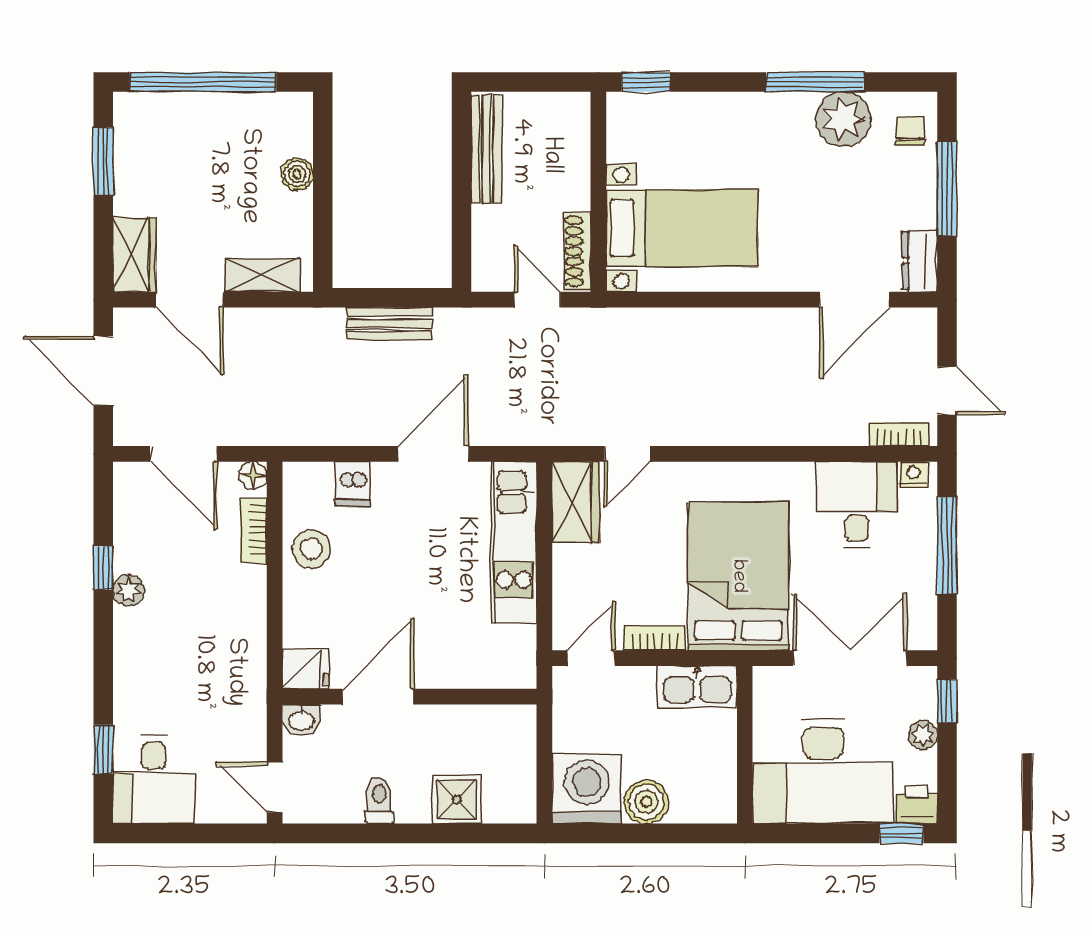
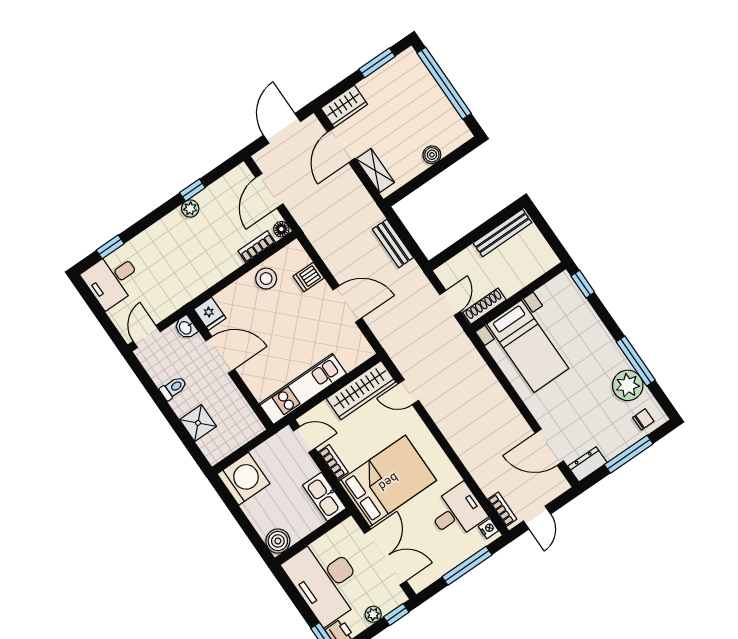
wardrobe: (576, 502) -> (361, 390), width x1.50
kitchen unit: (514, 542) -> (303, 389), moved
boiler: (646, 802) -> (278, 541), moved

